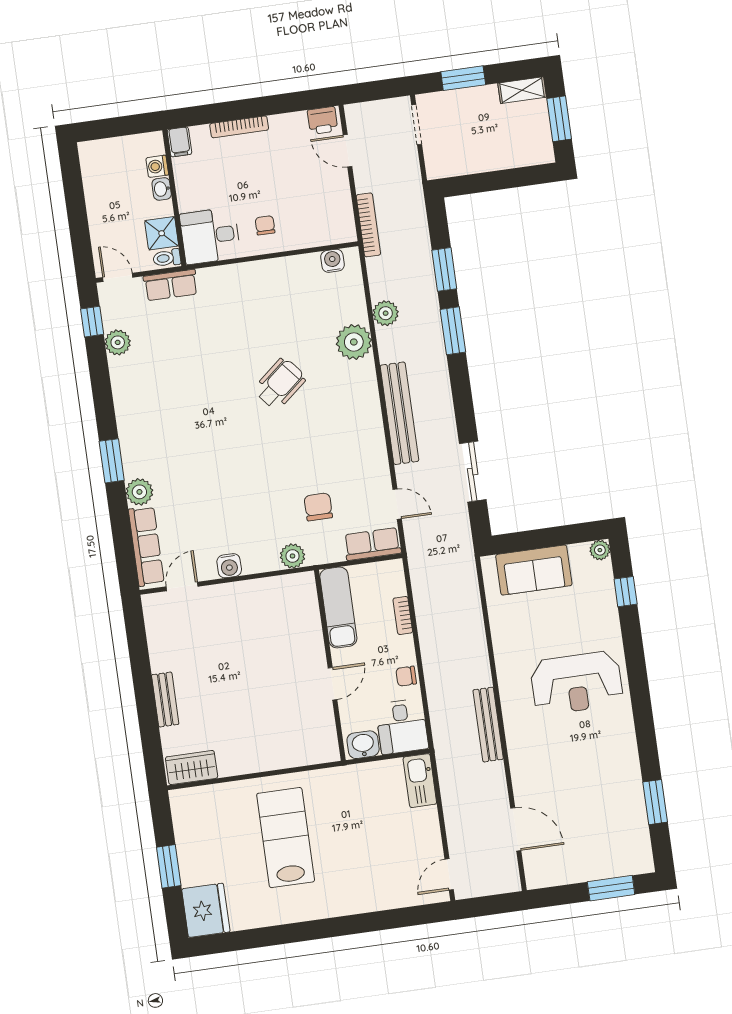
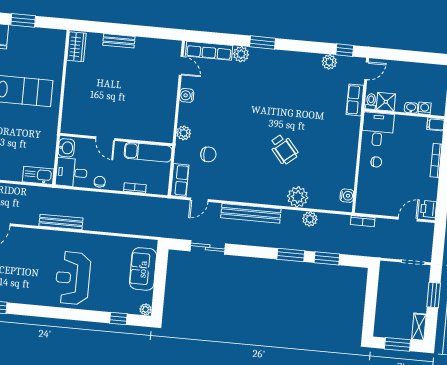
bookcase: (368, 225) -> (363, 221), width x0.64

